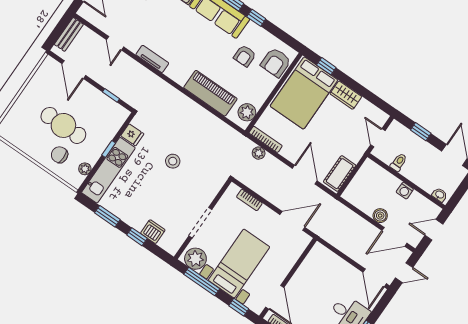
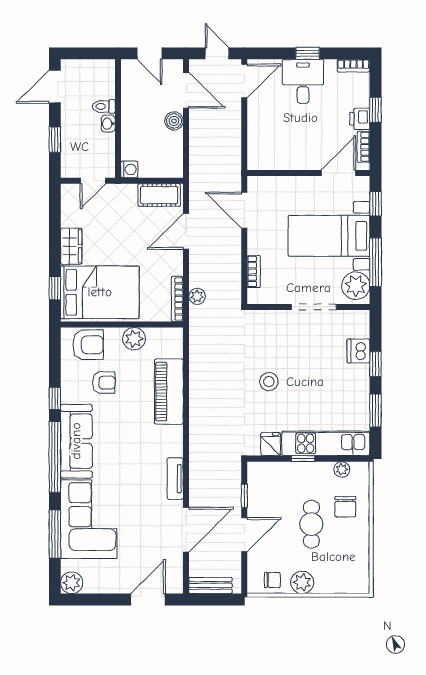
door: (115, 43) -> (186, 530), width x1.87
door: (74, 70) -> (244, 535), moved
chair: (45, 76) -> (272, 580), added
plant: (30, 94) -> (302, 582), added
plant: (247, 112) -> (134, 339), moved
cafe table: (63, 125) -> (311, 524), width x0.73, depth x0.74
toilet: (399, 162) -> (104, 106), moved
washing machine: (405, 191) -> (129, 169), moved
washbasin: (440, 195) -> (108, 124), moved

